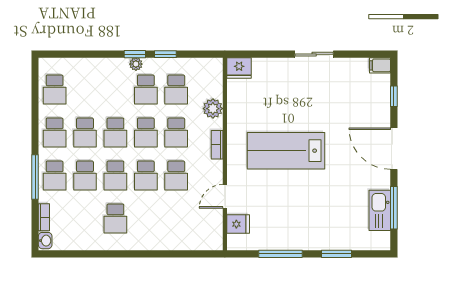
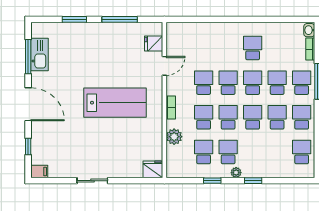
window: (135, 54) -> (253, 181), moved

